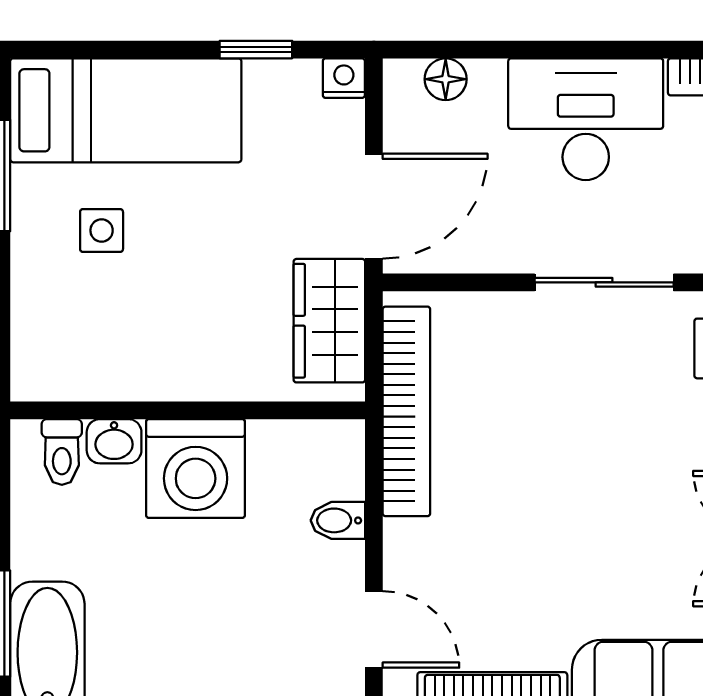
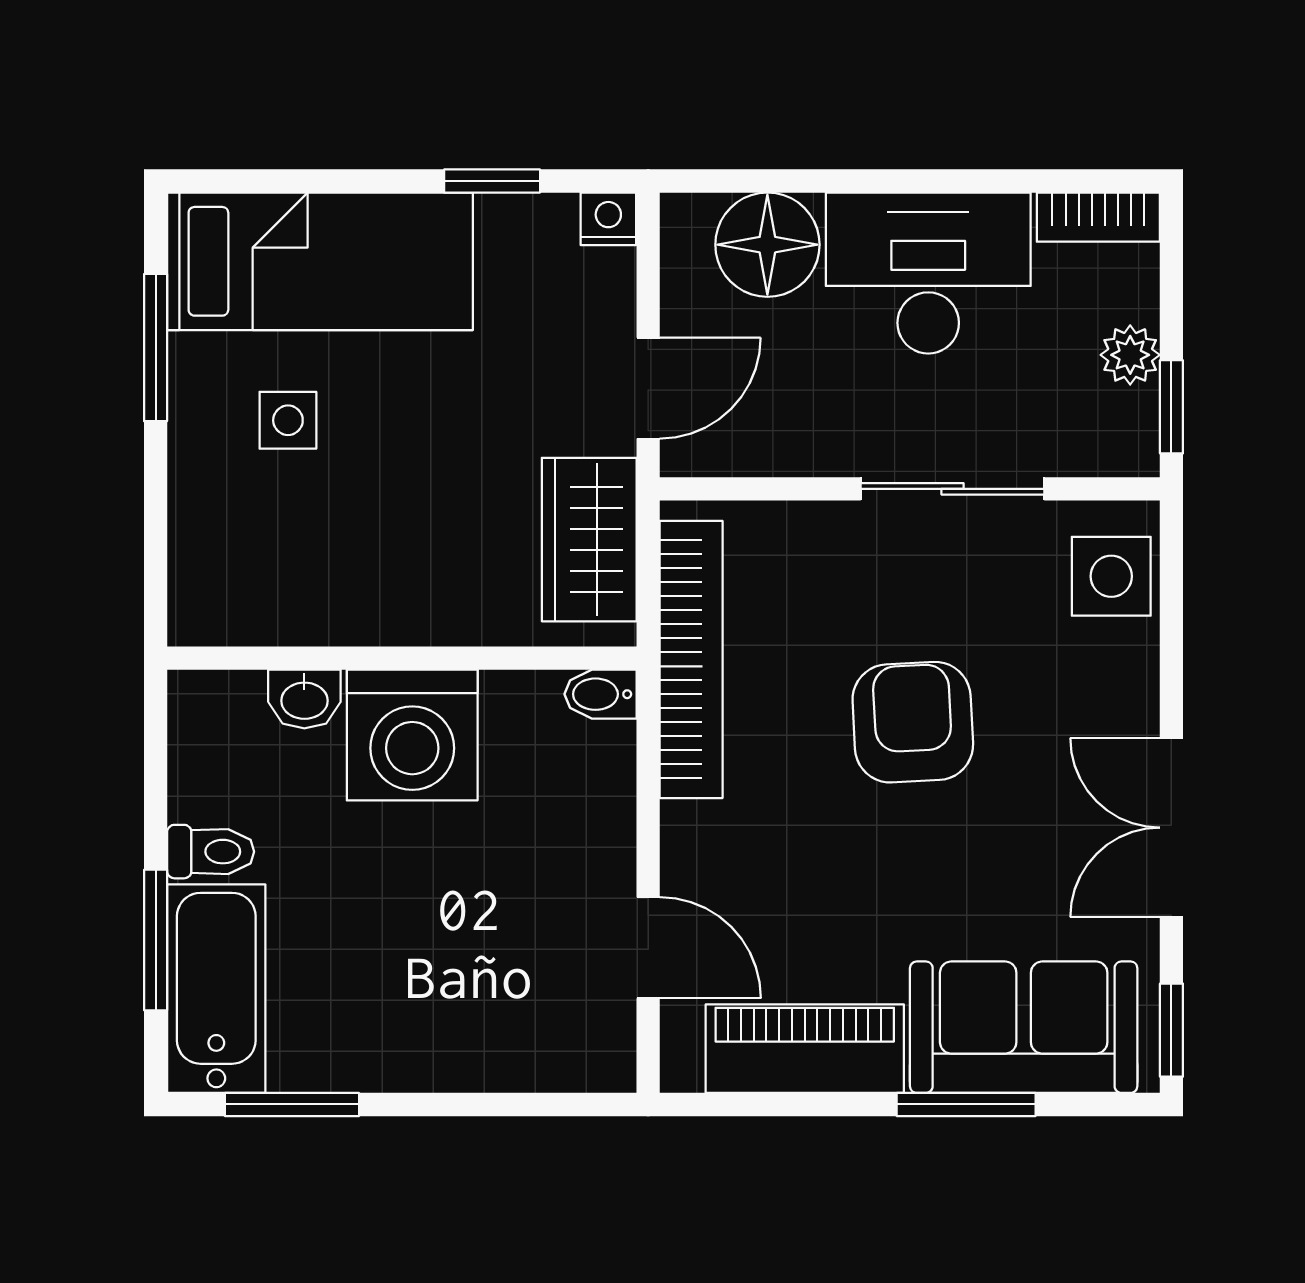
floor lamp: (446, 79) -> (767, 245), width x1.89, depth x1.89
door: (374, 206) -> (648, 388), width x0.73
toilet: (62, 452) -> (211, 852), moved, turned -90
armchair: (574, 459) -> (913, 722), added
bidet: (338, 520) -> (601, 694), moved

